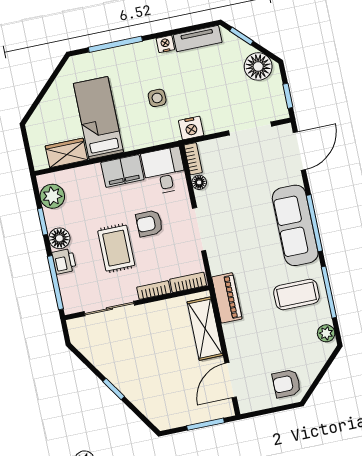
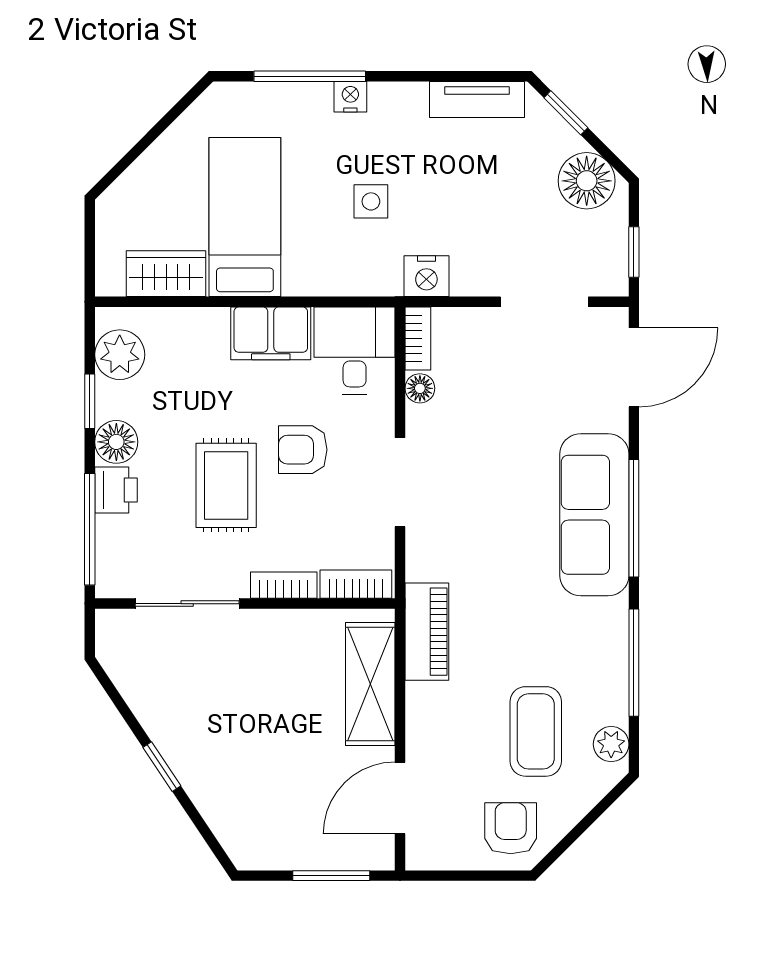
nightstand: (165, 44) -> (350, 97), moved
coffee table: (296, 295) -> (536, 731), moved, turned 90
armchair: (286, 384) -> (511, 828), turned 90

